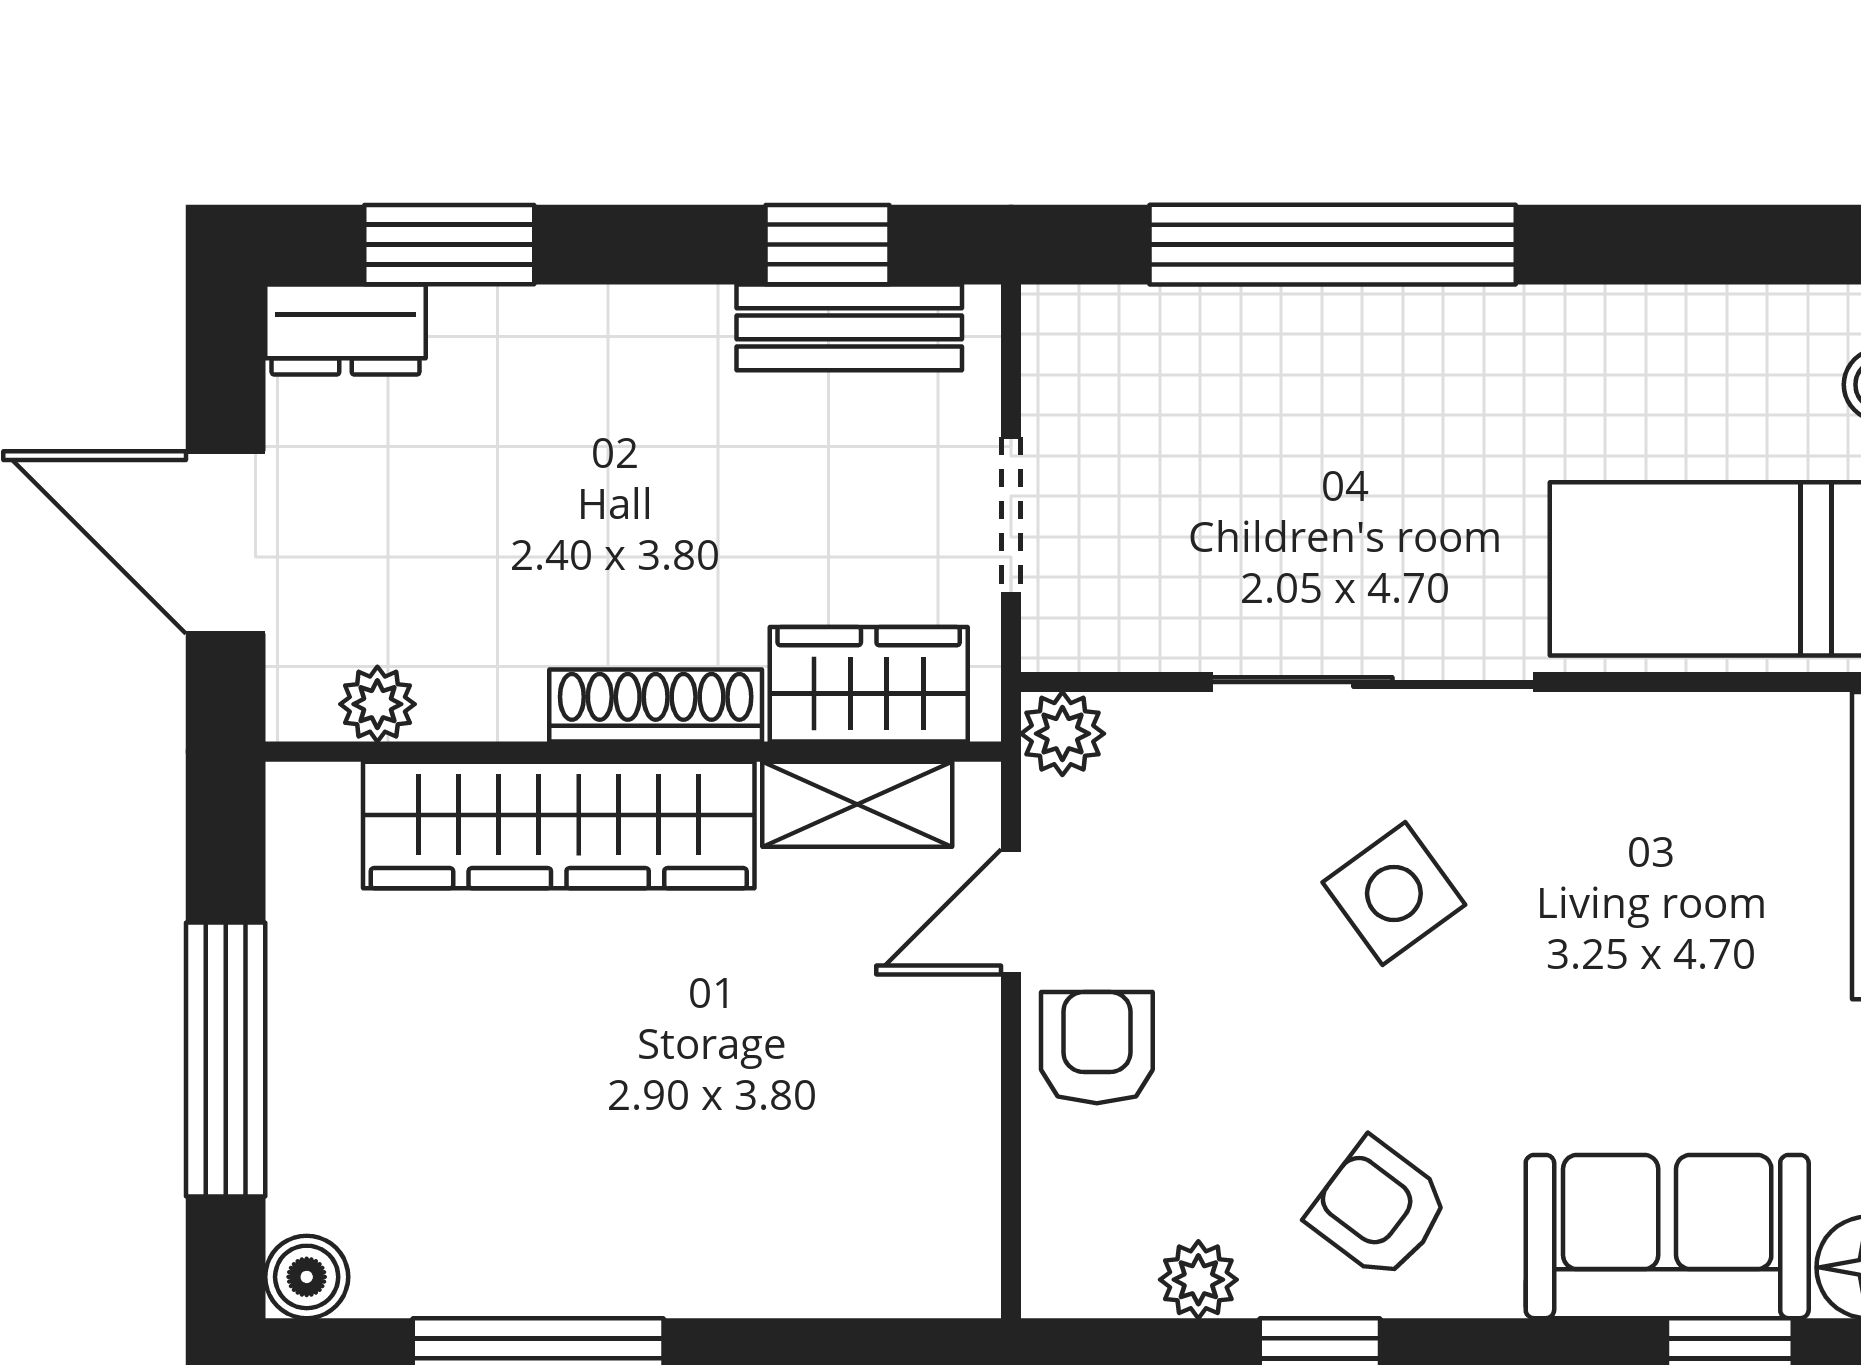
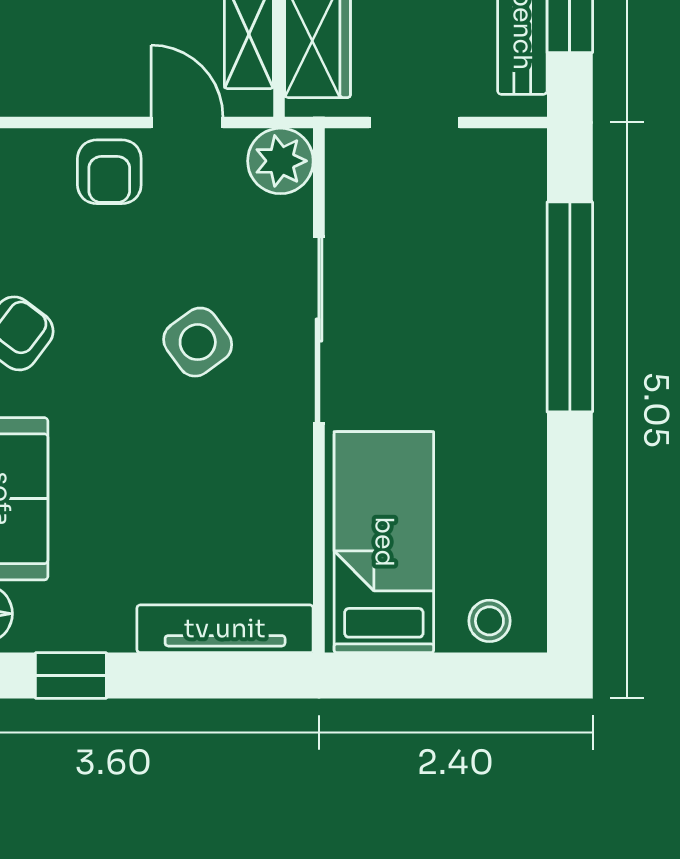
plant: (1062, 734) -> (280, 161), width x1.38, depth x1.38
armchair: (1097, 1048) -> (109, 172), turned 90

